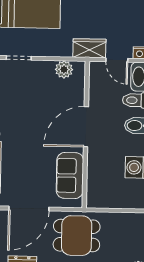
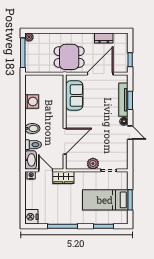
plant: (64, 69) -> (93, 164), moved
door: (86, 127) -> (65, 141), moved

